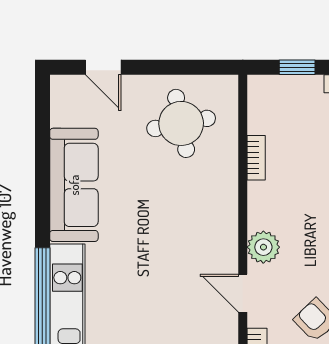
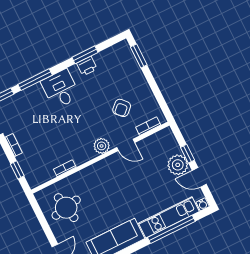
door: (243, 293) -> (126, 145), hinge flipped

